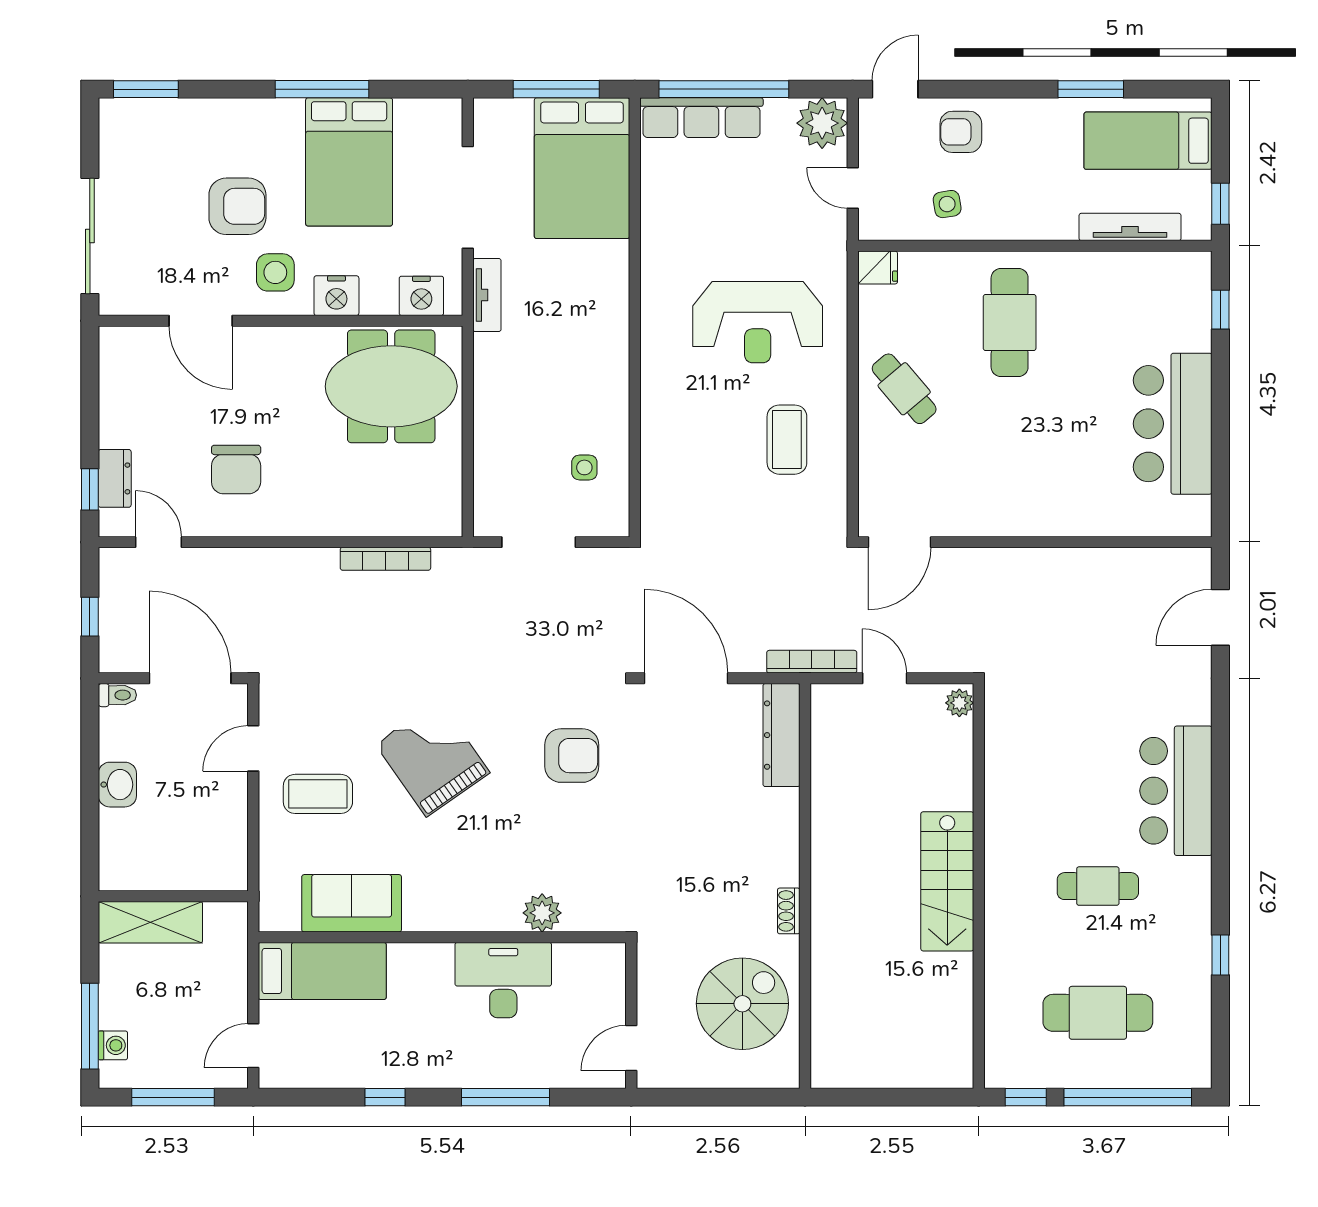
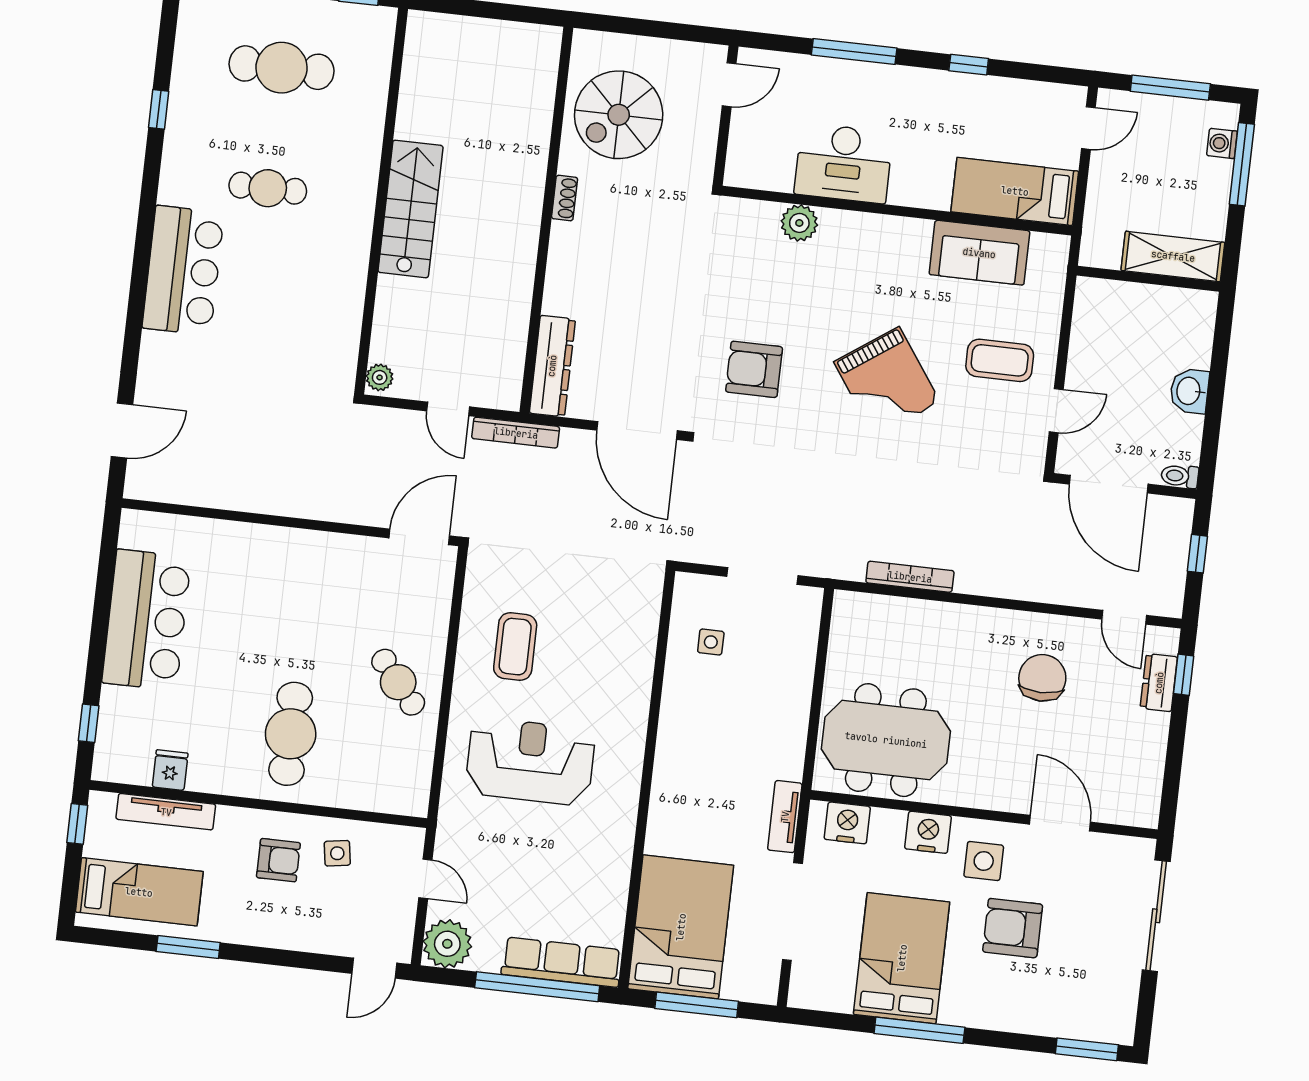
armchair: (961, 132) -> (278, 860), moved
fridge: (878, 268) -> (170, 770), moved, turned 90

